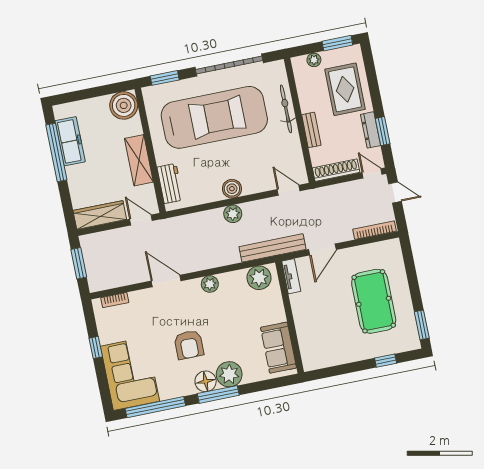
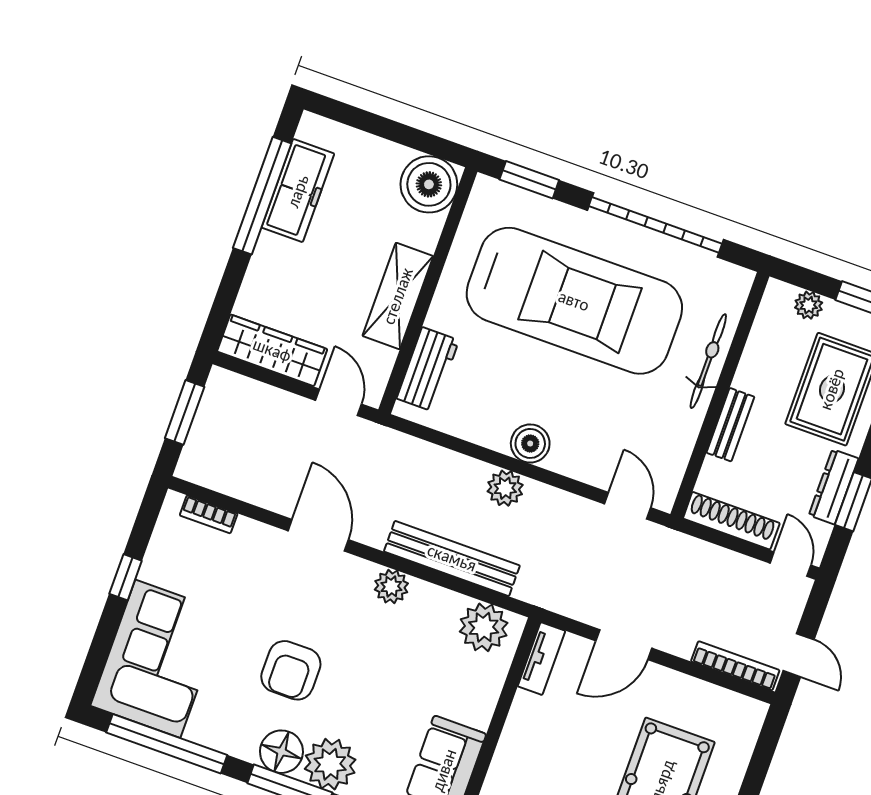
door: (395, 192) -> (799, 655), moved
bench: (272, 248) -> (452, 558), moved

